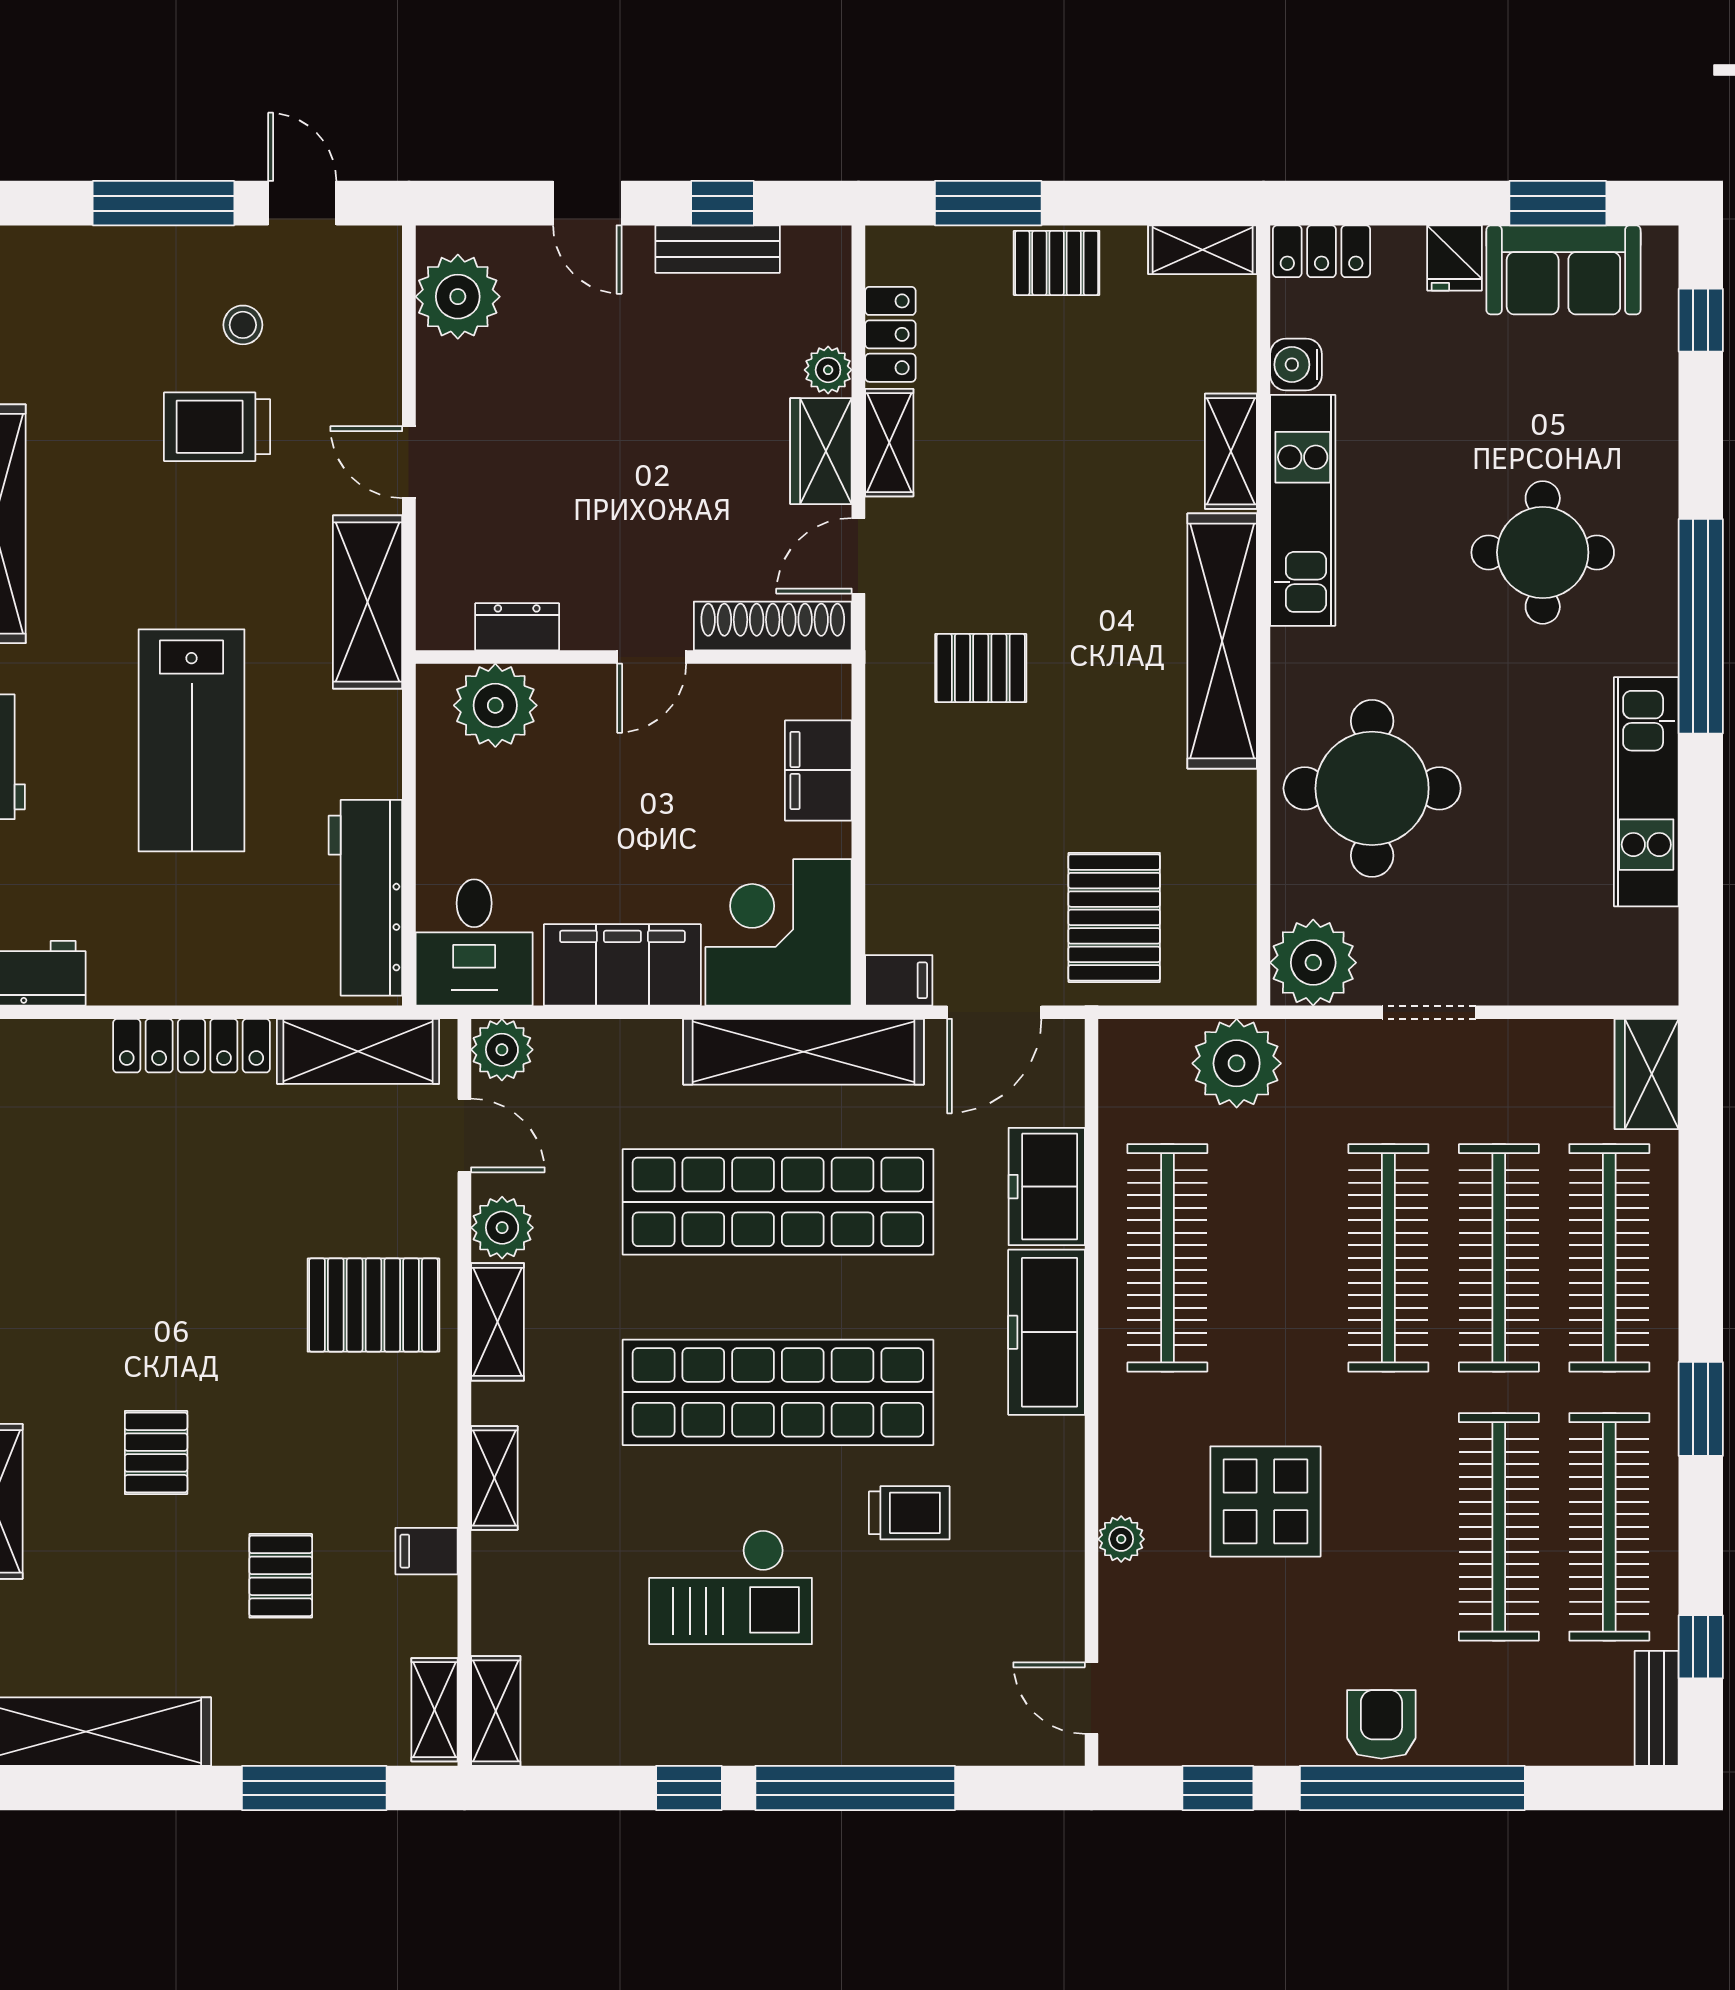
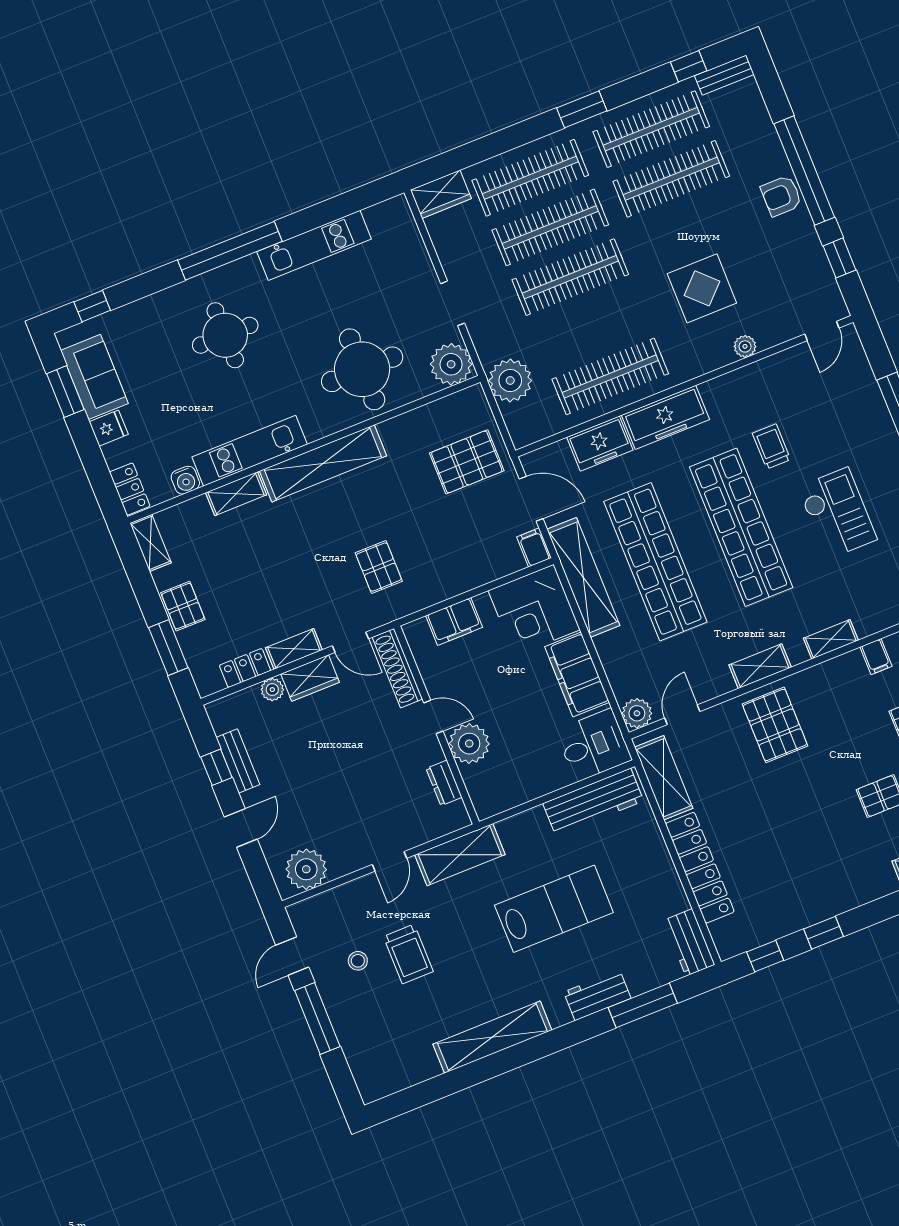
plant: (495, 705) -> (469, 744), moved
locker: (192, 1046) -> (700, 868), width x1.41, depth x1.21
plant: (502, 1228) -> (717, 681), removed

